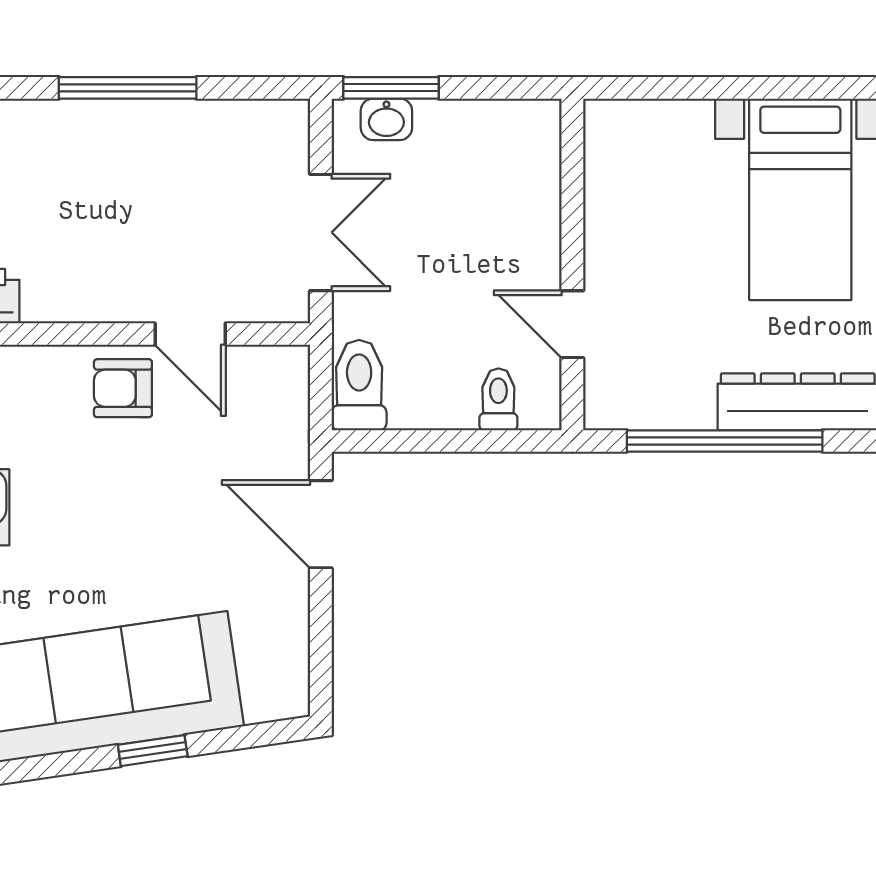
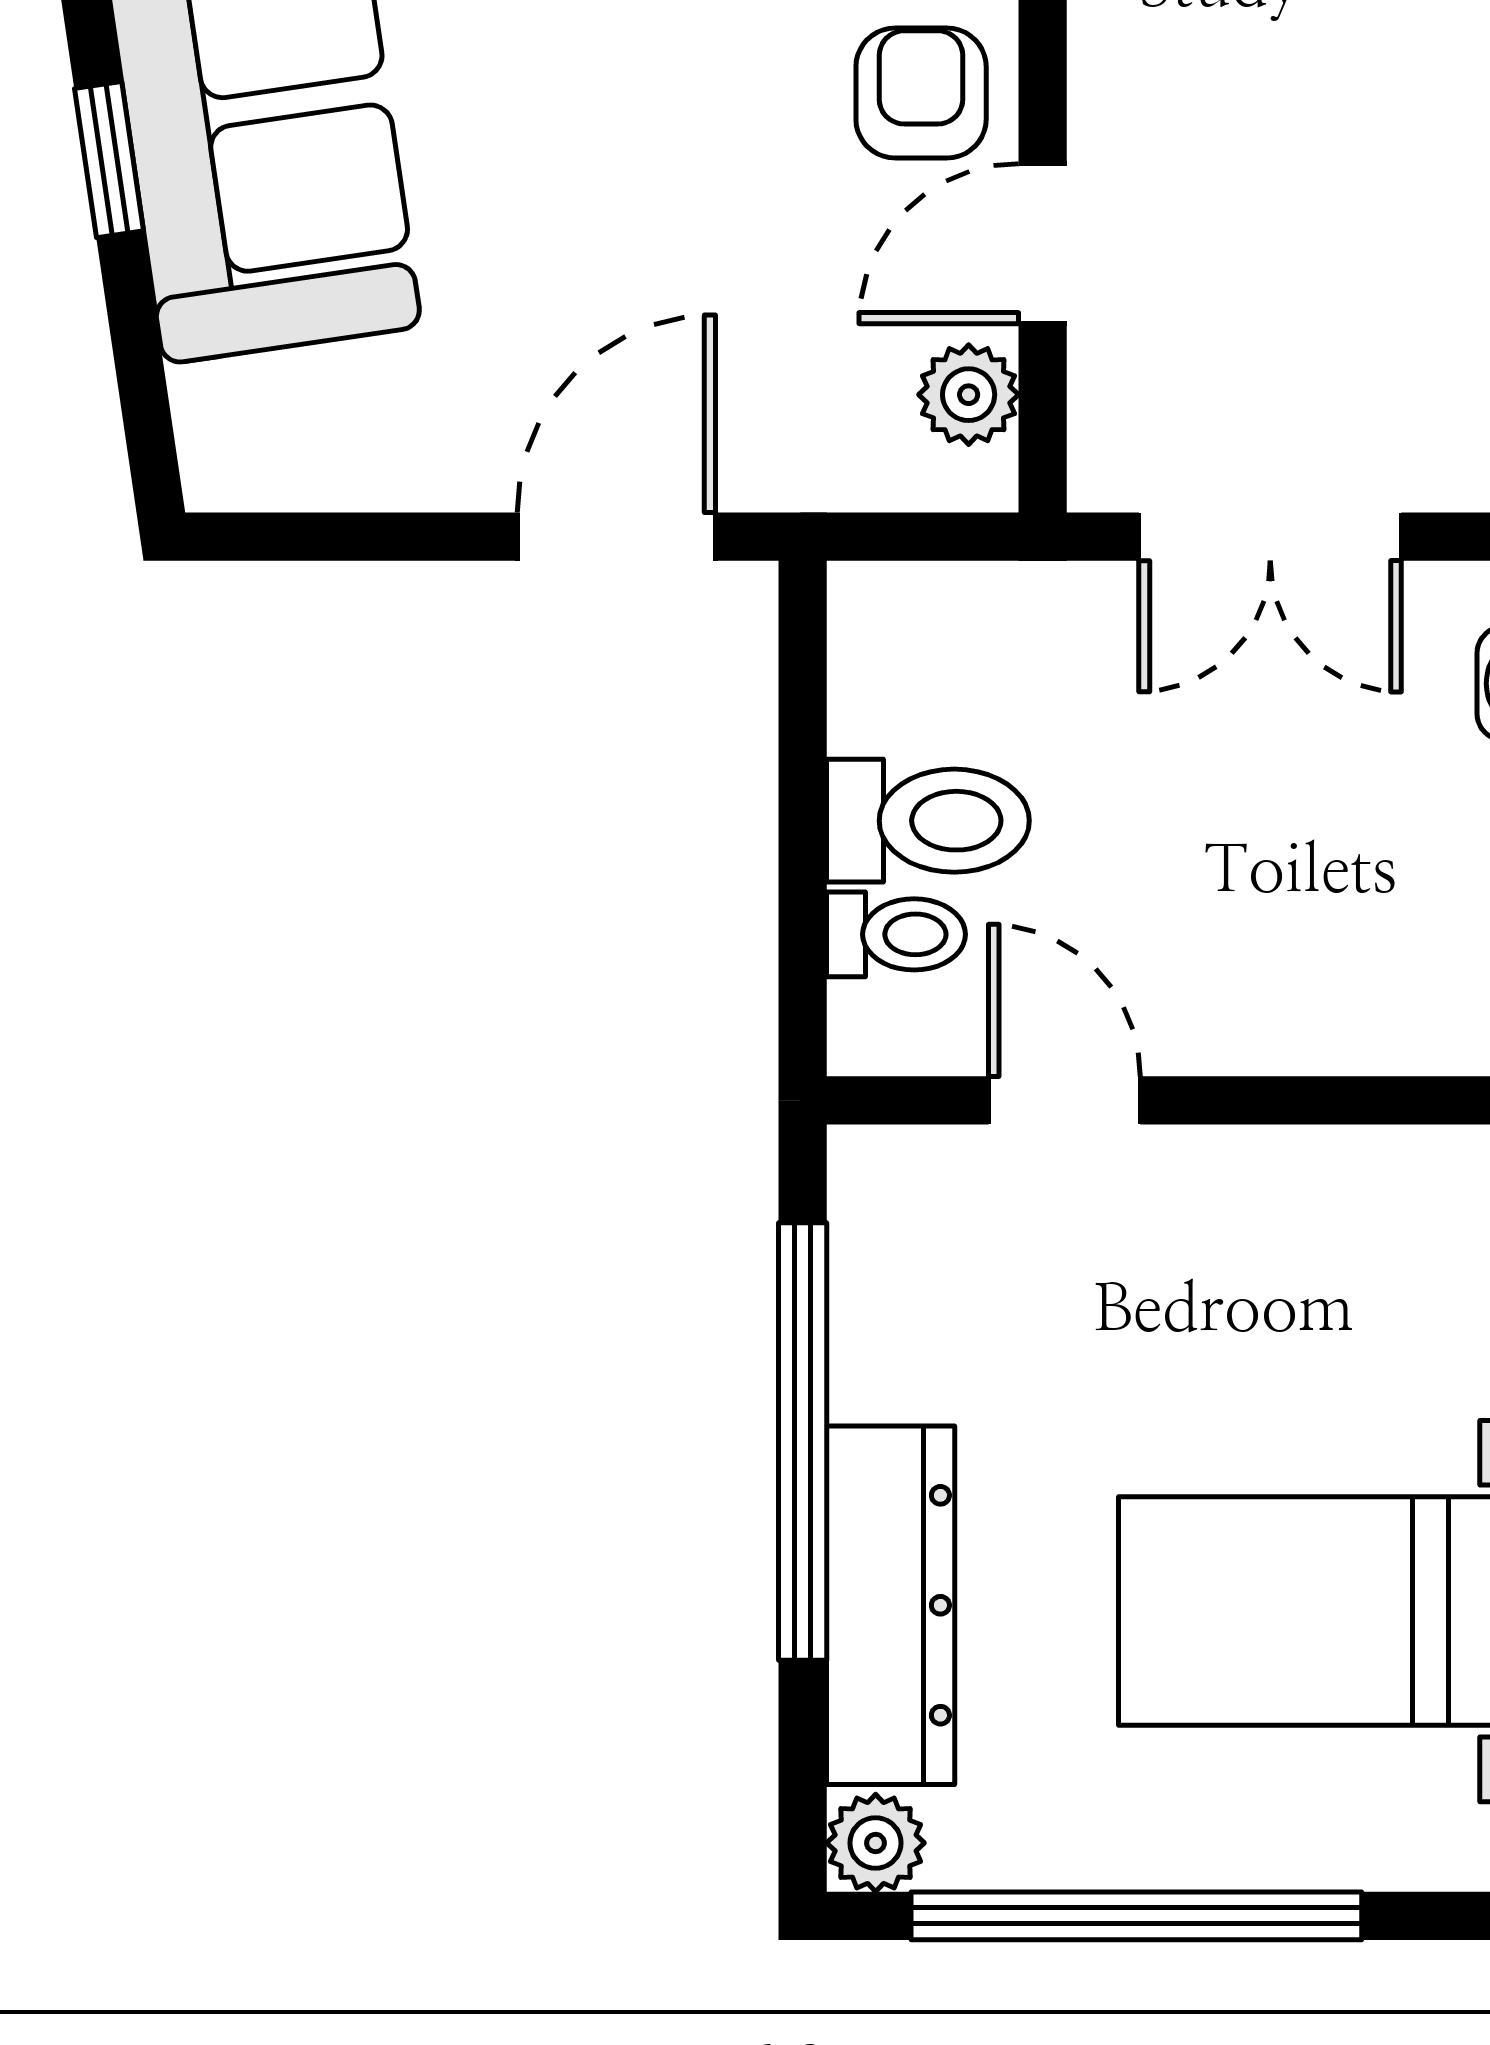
door: (572, 324) -> (1064, 1100), hinge flipped
plant: (258, 367) -> (969, 395), added
toilet: (359, 385) -> (928, 821), moved

